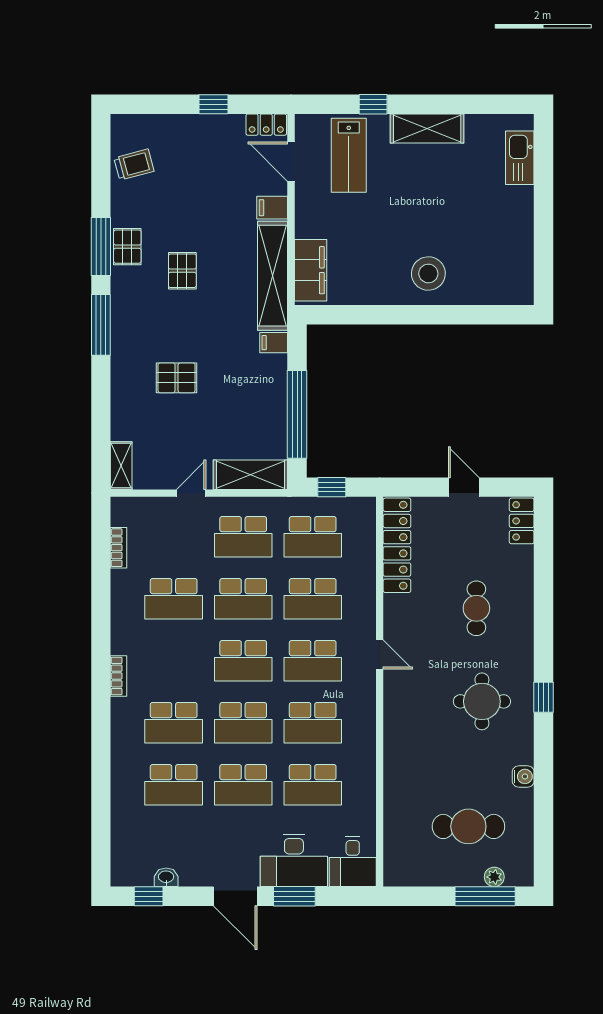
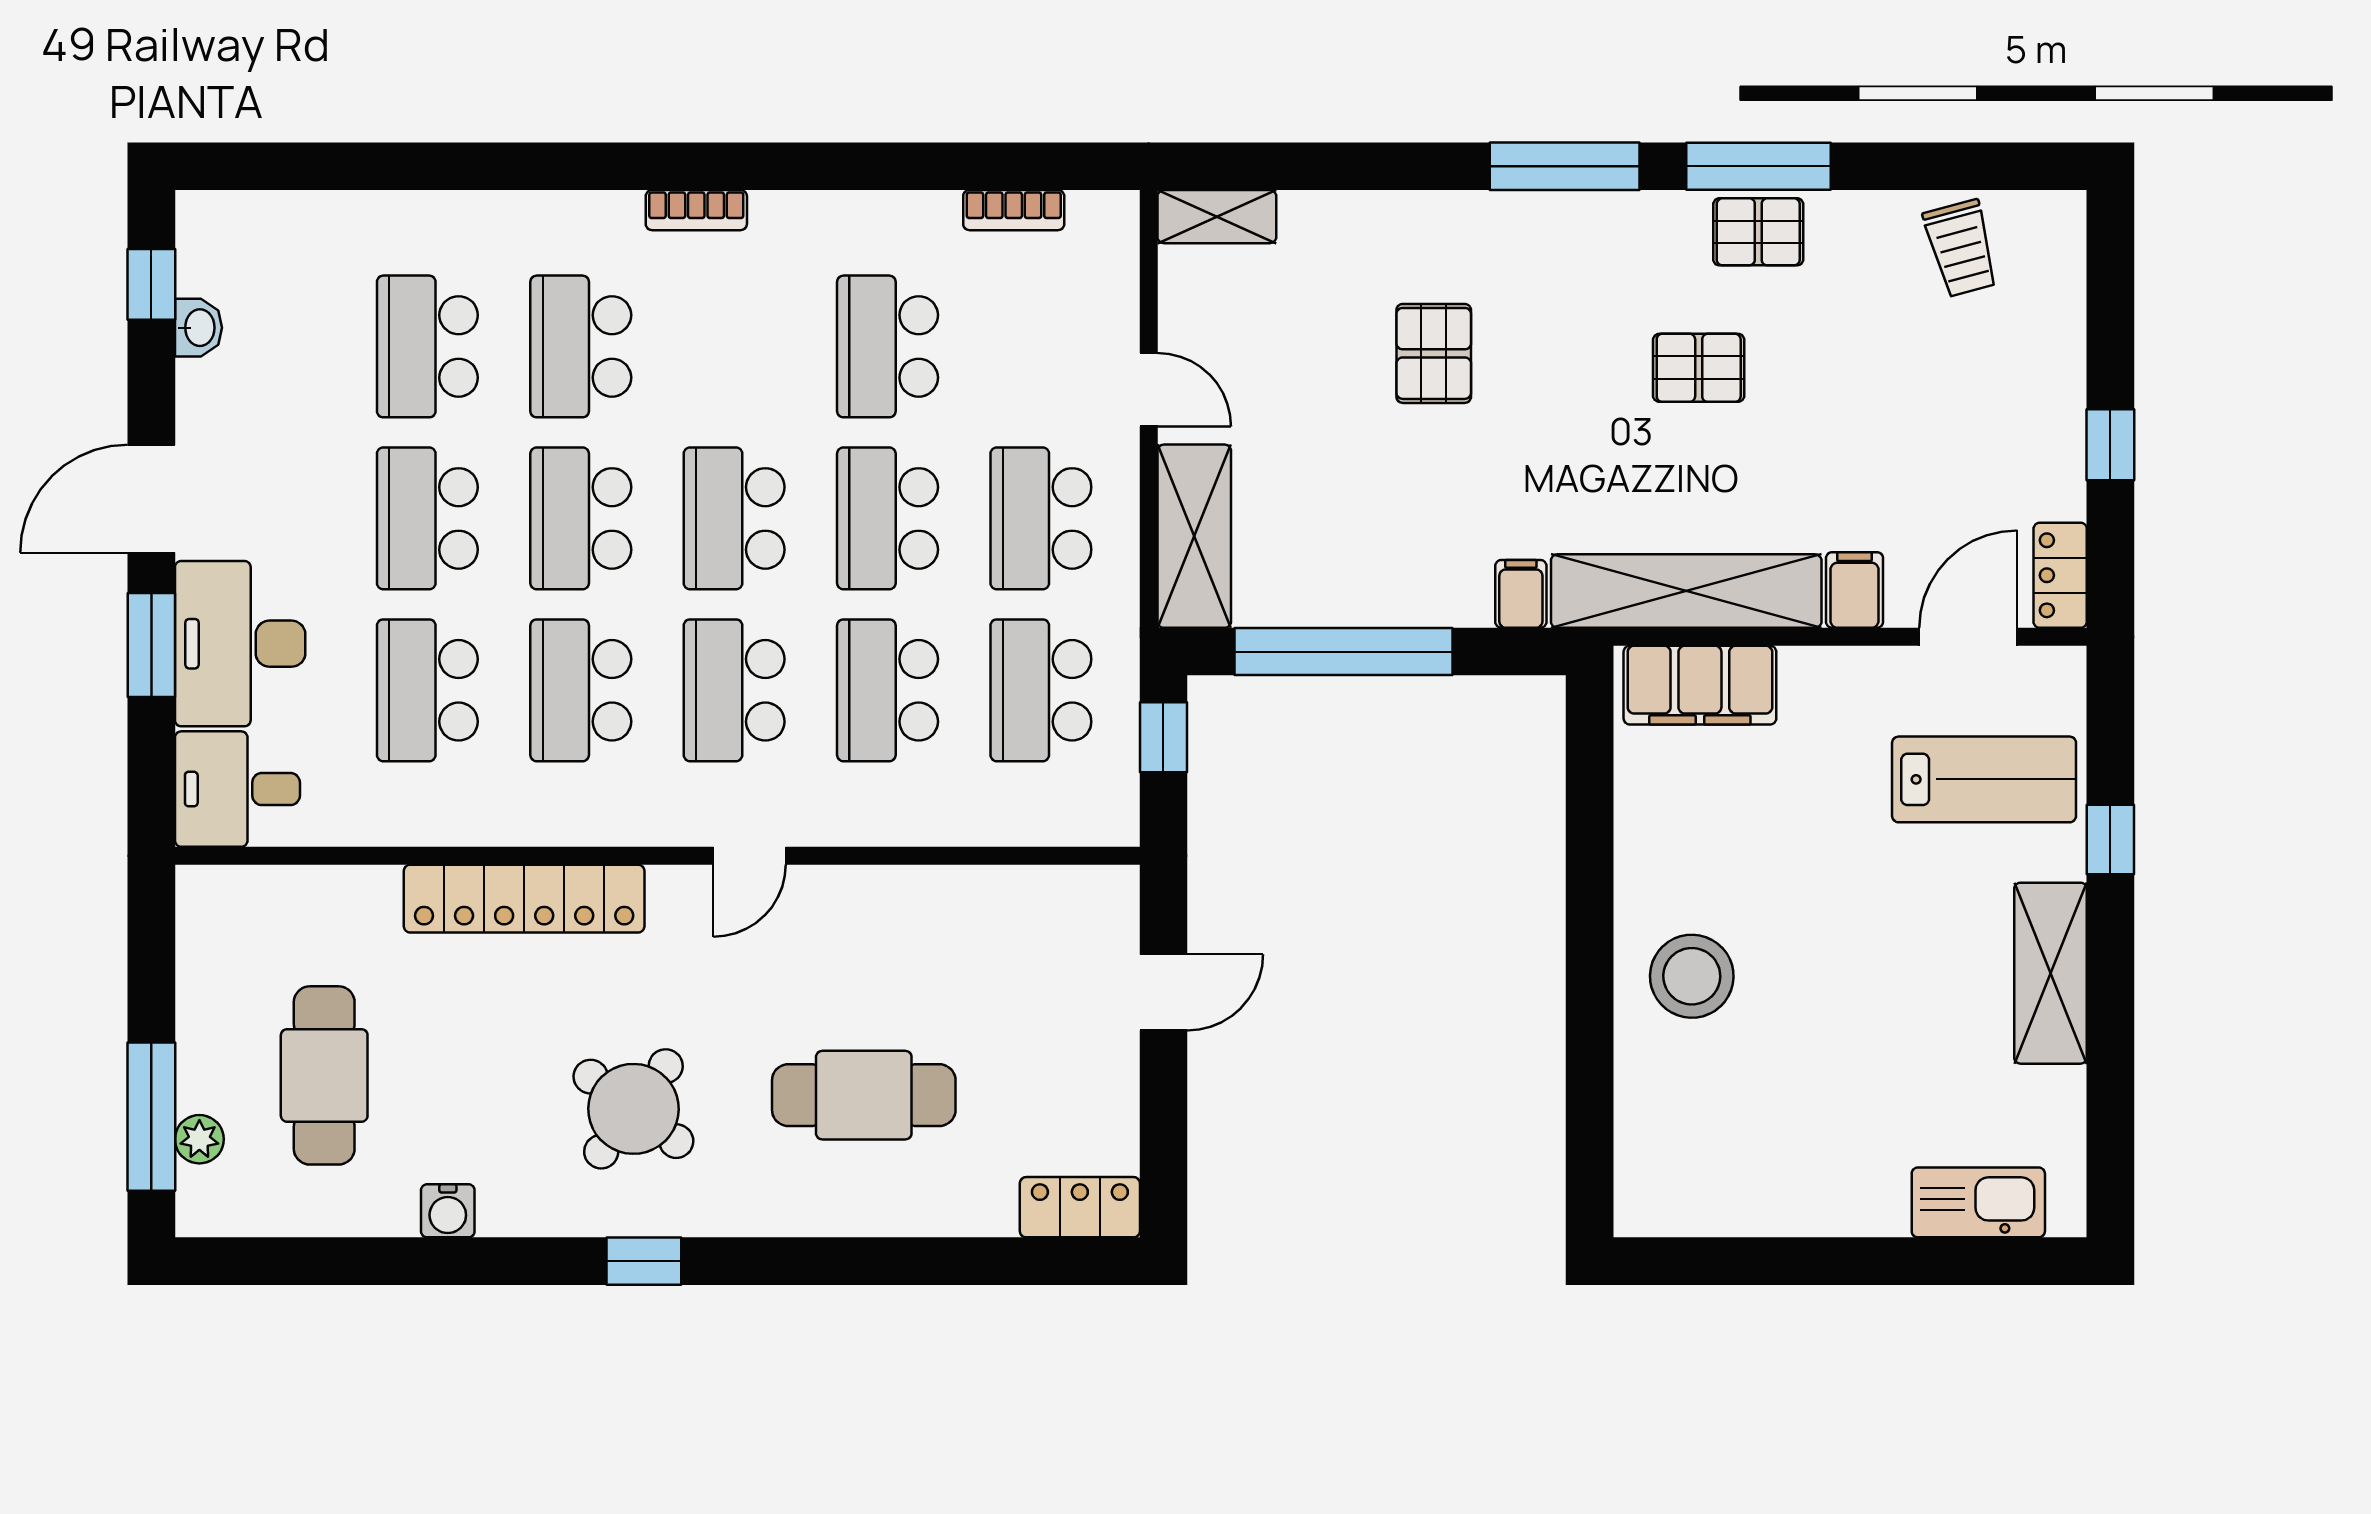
lab bench: (349, 155) -> (1984, 779), turned 180
door: (464, 487) -> (1163, 992), moved
locker: (397, 545) -> (524, 899), moved
cafe table: (476, 608) -> (864, 1095), width x1.37, depth x1.35
round table: (482, 701) -> (633, 1109), turned 37

